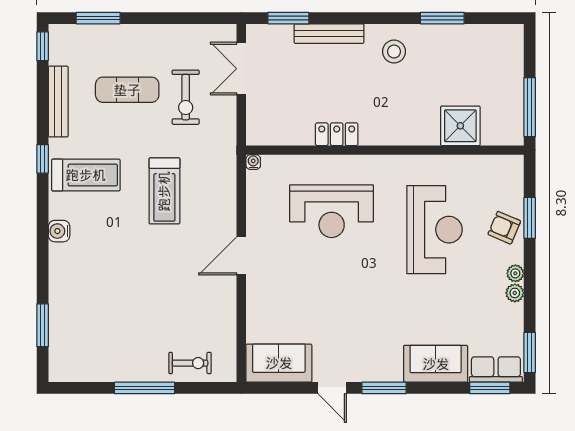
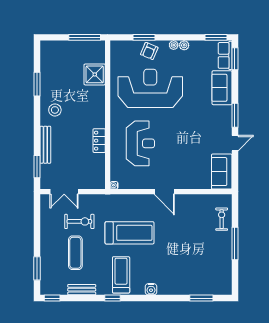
bench: (58, 102) -> (82, 290), width x0.73
treadmill: (164, 191) -> (130, 233), width x1.37, depth x1.38
reception desk: (434, 230) -> (150, 88), width x1.36, depth x1.30

